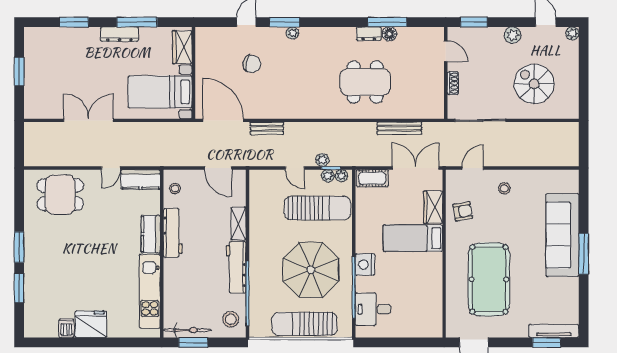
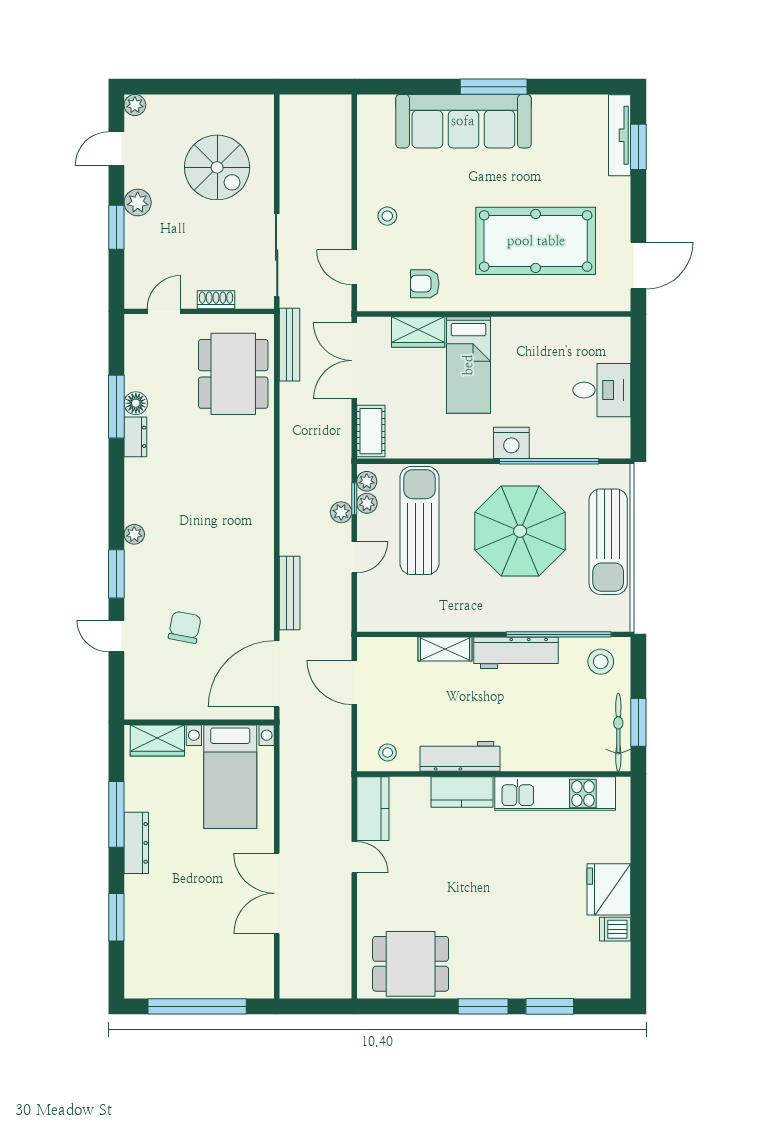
window: (474, 22) -> (116, 227), moved
plant: (292, 33) -> (134, 534), moved
window: (19, 72) -> (197, 1006), width x2.11
dining table: (365, 82) -> (233, 374), moved
spiral stairs: (534, 84) -> (217, 167), turned -90
bench: (267, 128) -> (290, 593), width x1.36
bench: (399, 128) -> (289, 345), moved
door: (218, 168) -> (354, 682), swing flipped
dining table: (60, 195) -> (411, 964), moved, turned 90
armchair: (463, 211) -> (425, 284), turned -80
desk: (373, 309) -> (602, 390), moved, turned -90

